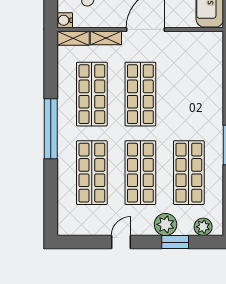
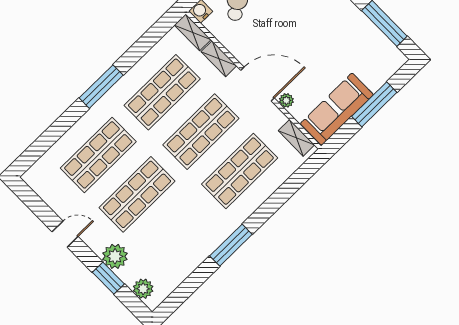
plant: (173, 21) -> (286, 100), added
shelving: (203, 38) -> (296, 138), added
window: (51, 129) -> (101, 87), width x0.68
shop shelf: (189, 173) -> (240, 171), moved

